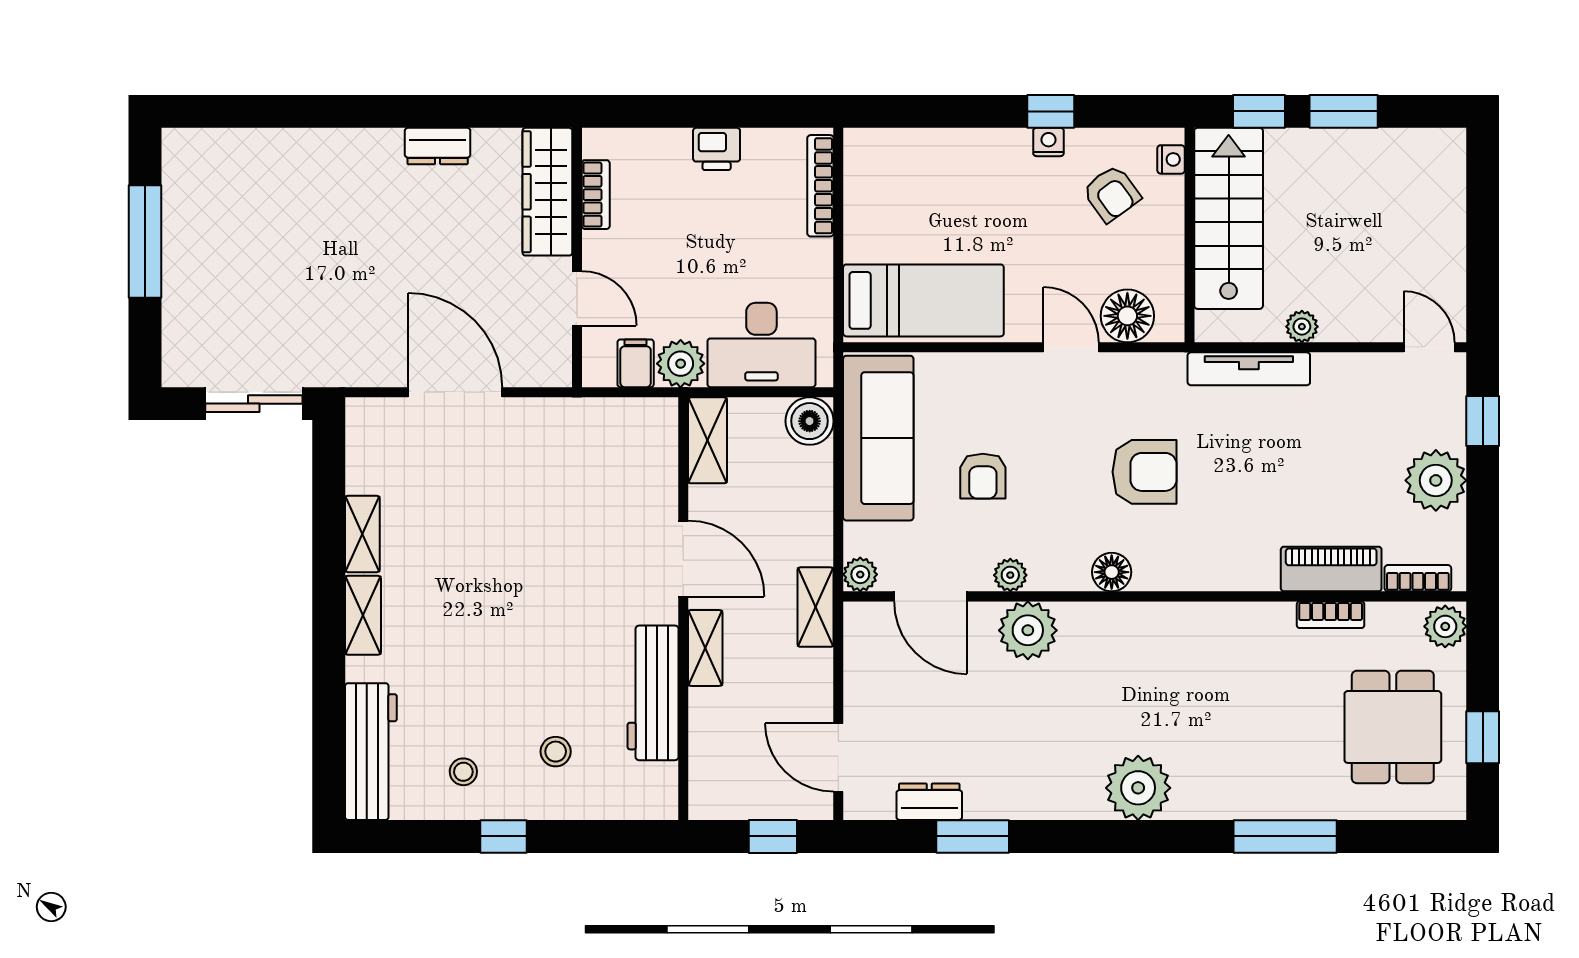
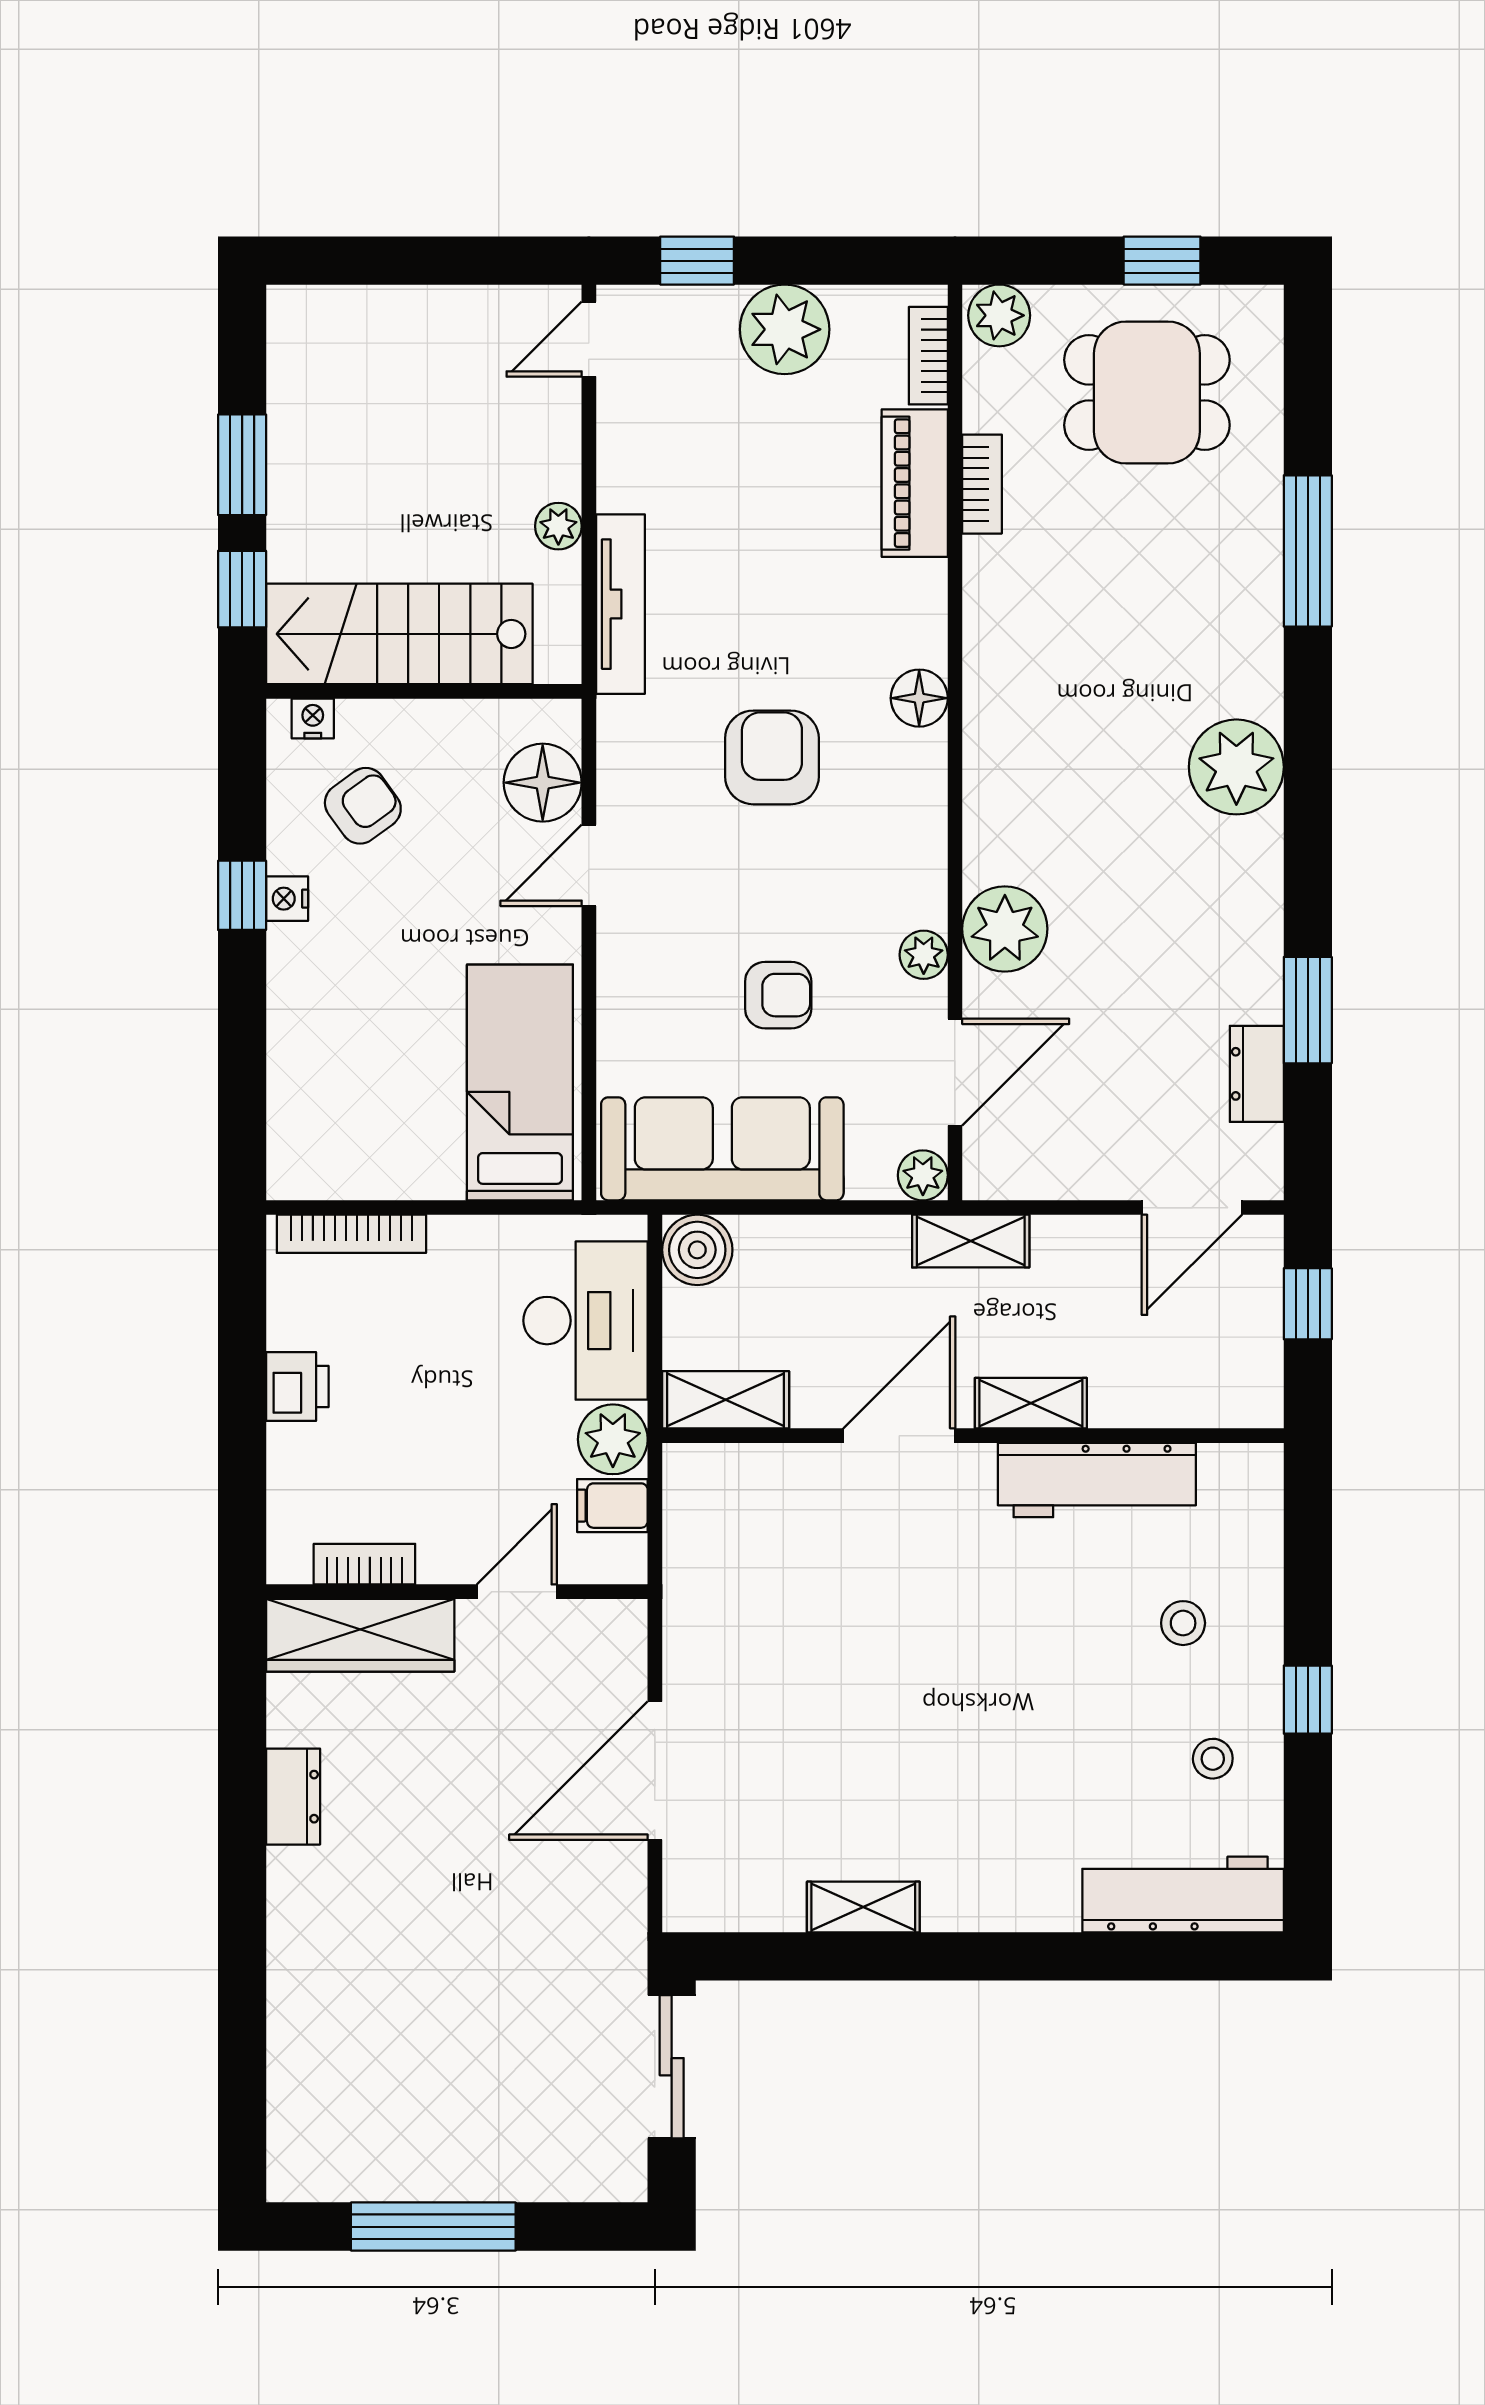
floor lamp: (1112, 572) -> (919, 698), moved
shelving: (363, 615) -> (983, 1906), removed

